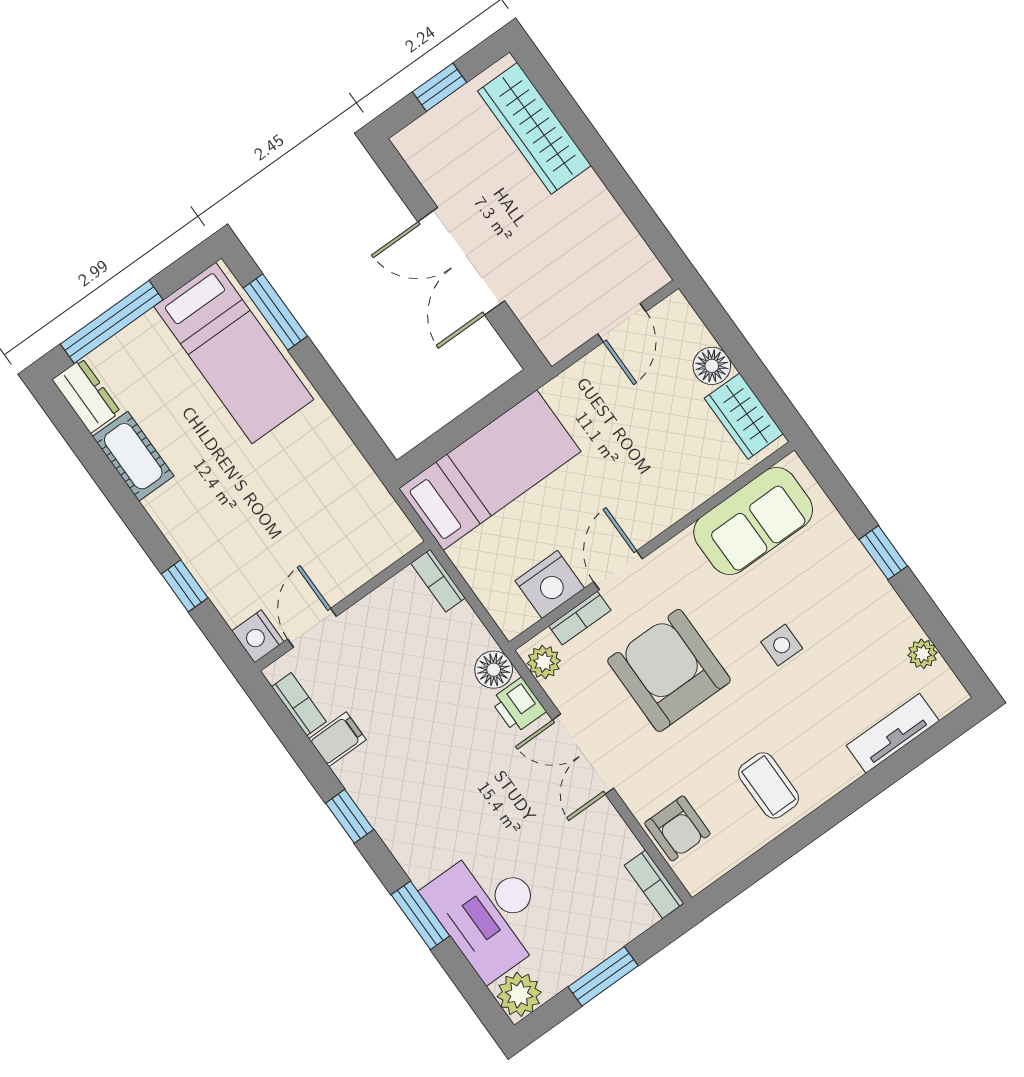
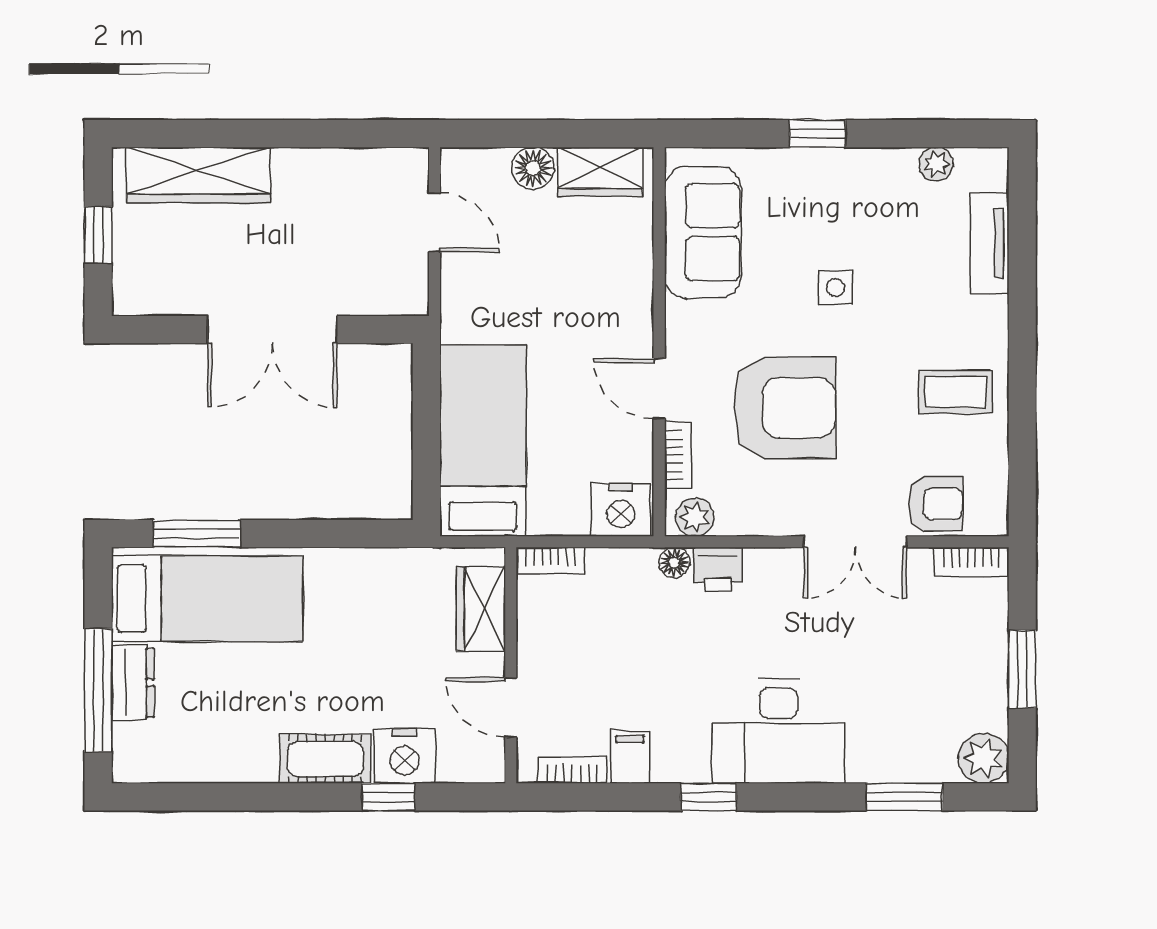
dresser: (86, 396) -> (133, 683), moved, turned 90
cot: (133, 456) -> (325, 759), moved
wardrobe: (368, 555) -> (481, 609), added
nightstand: (550, 584) -> (621, 510), moved, turned 90
nightstand: (258, 636) -> (405, 756), moved, width x1.36, depth x1.33
floor lamp: (494, 670) -> (674, 563), width x0.73, depth x0.73
armchair: (669, 670) -> (785, 408), turned 180
double door: (583, 754) -> (855, 542), moved
desk: (489, 912) -> (779, 731), moved
window: (420, 915) -> (904, 797), moved

